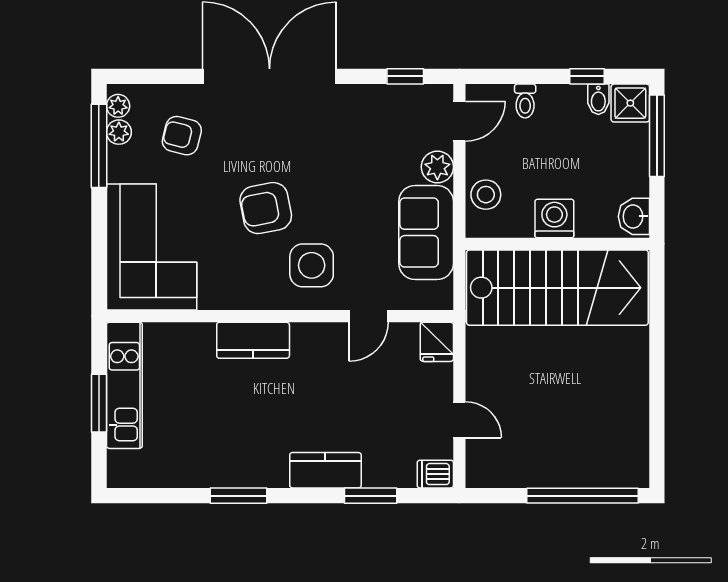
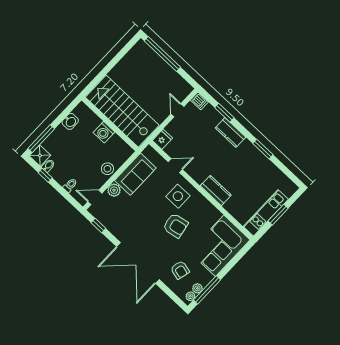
washing machine: (554, 218) -> (104, 132), moved
wall: (557, 244) -> (110, 124), moved
stairs: (557, 288) -> (122, 111), moved

